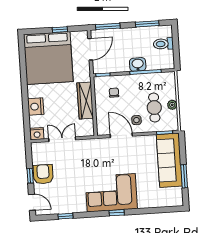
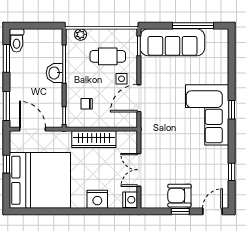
toilet: (163, 44) -> (17, 40), moved
plant: (172, 105) -> (81, 34), moved
window: (184, 176) -> (193, 26), width x1.44

